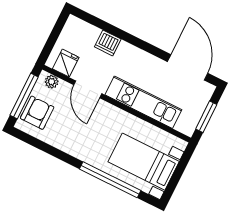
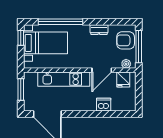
door: (88, 89) -> (102, 70), swing flipped
armchair: (37, 113) -> (126, 40), turned 90
dresser: (65, 144) -> (99, 30), added
window: (173, 184) -> (21, 38), added

